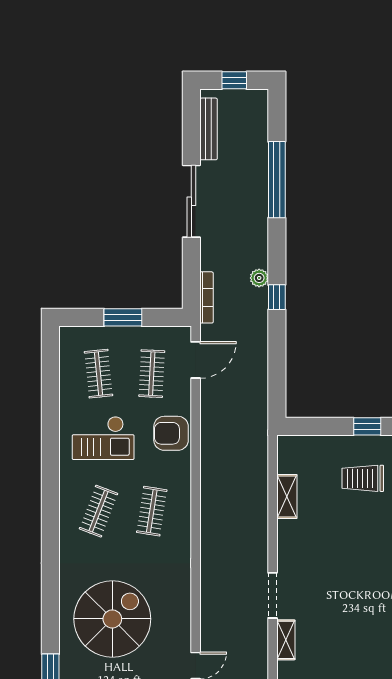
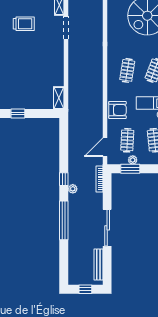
window: (277, 180) -> (64, 220), moved
window: (123, 317) -> (130, 169), moved
plant: (141, 335) -> (133, 160), added
trolley: (363, 478) -> (24, 24), moved
shelving: (287, 496) -> (59, 98), moved

